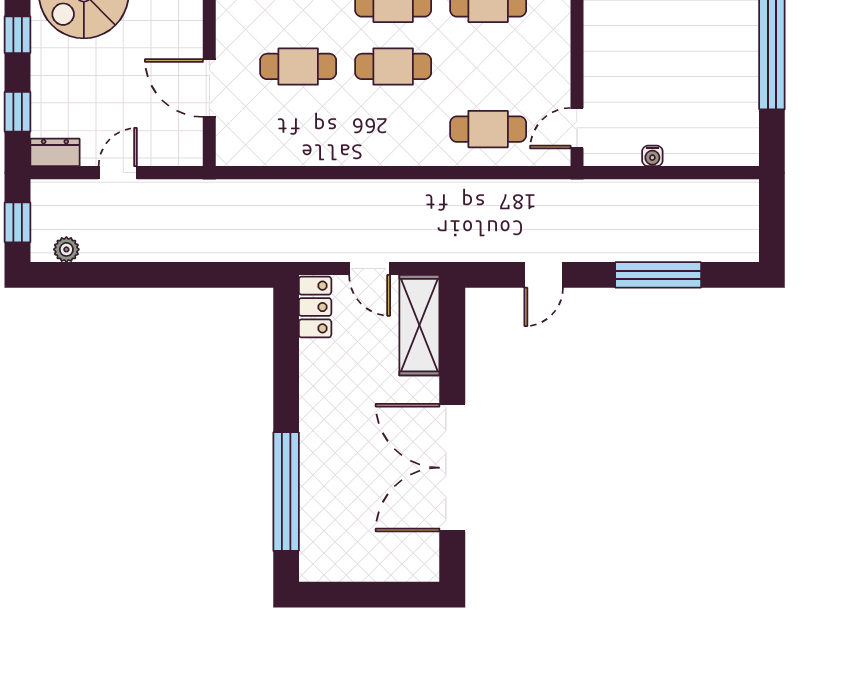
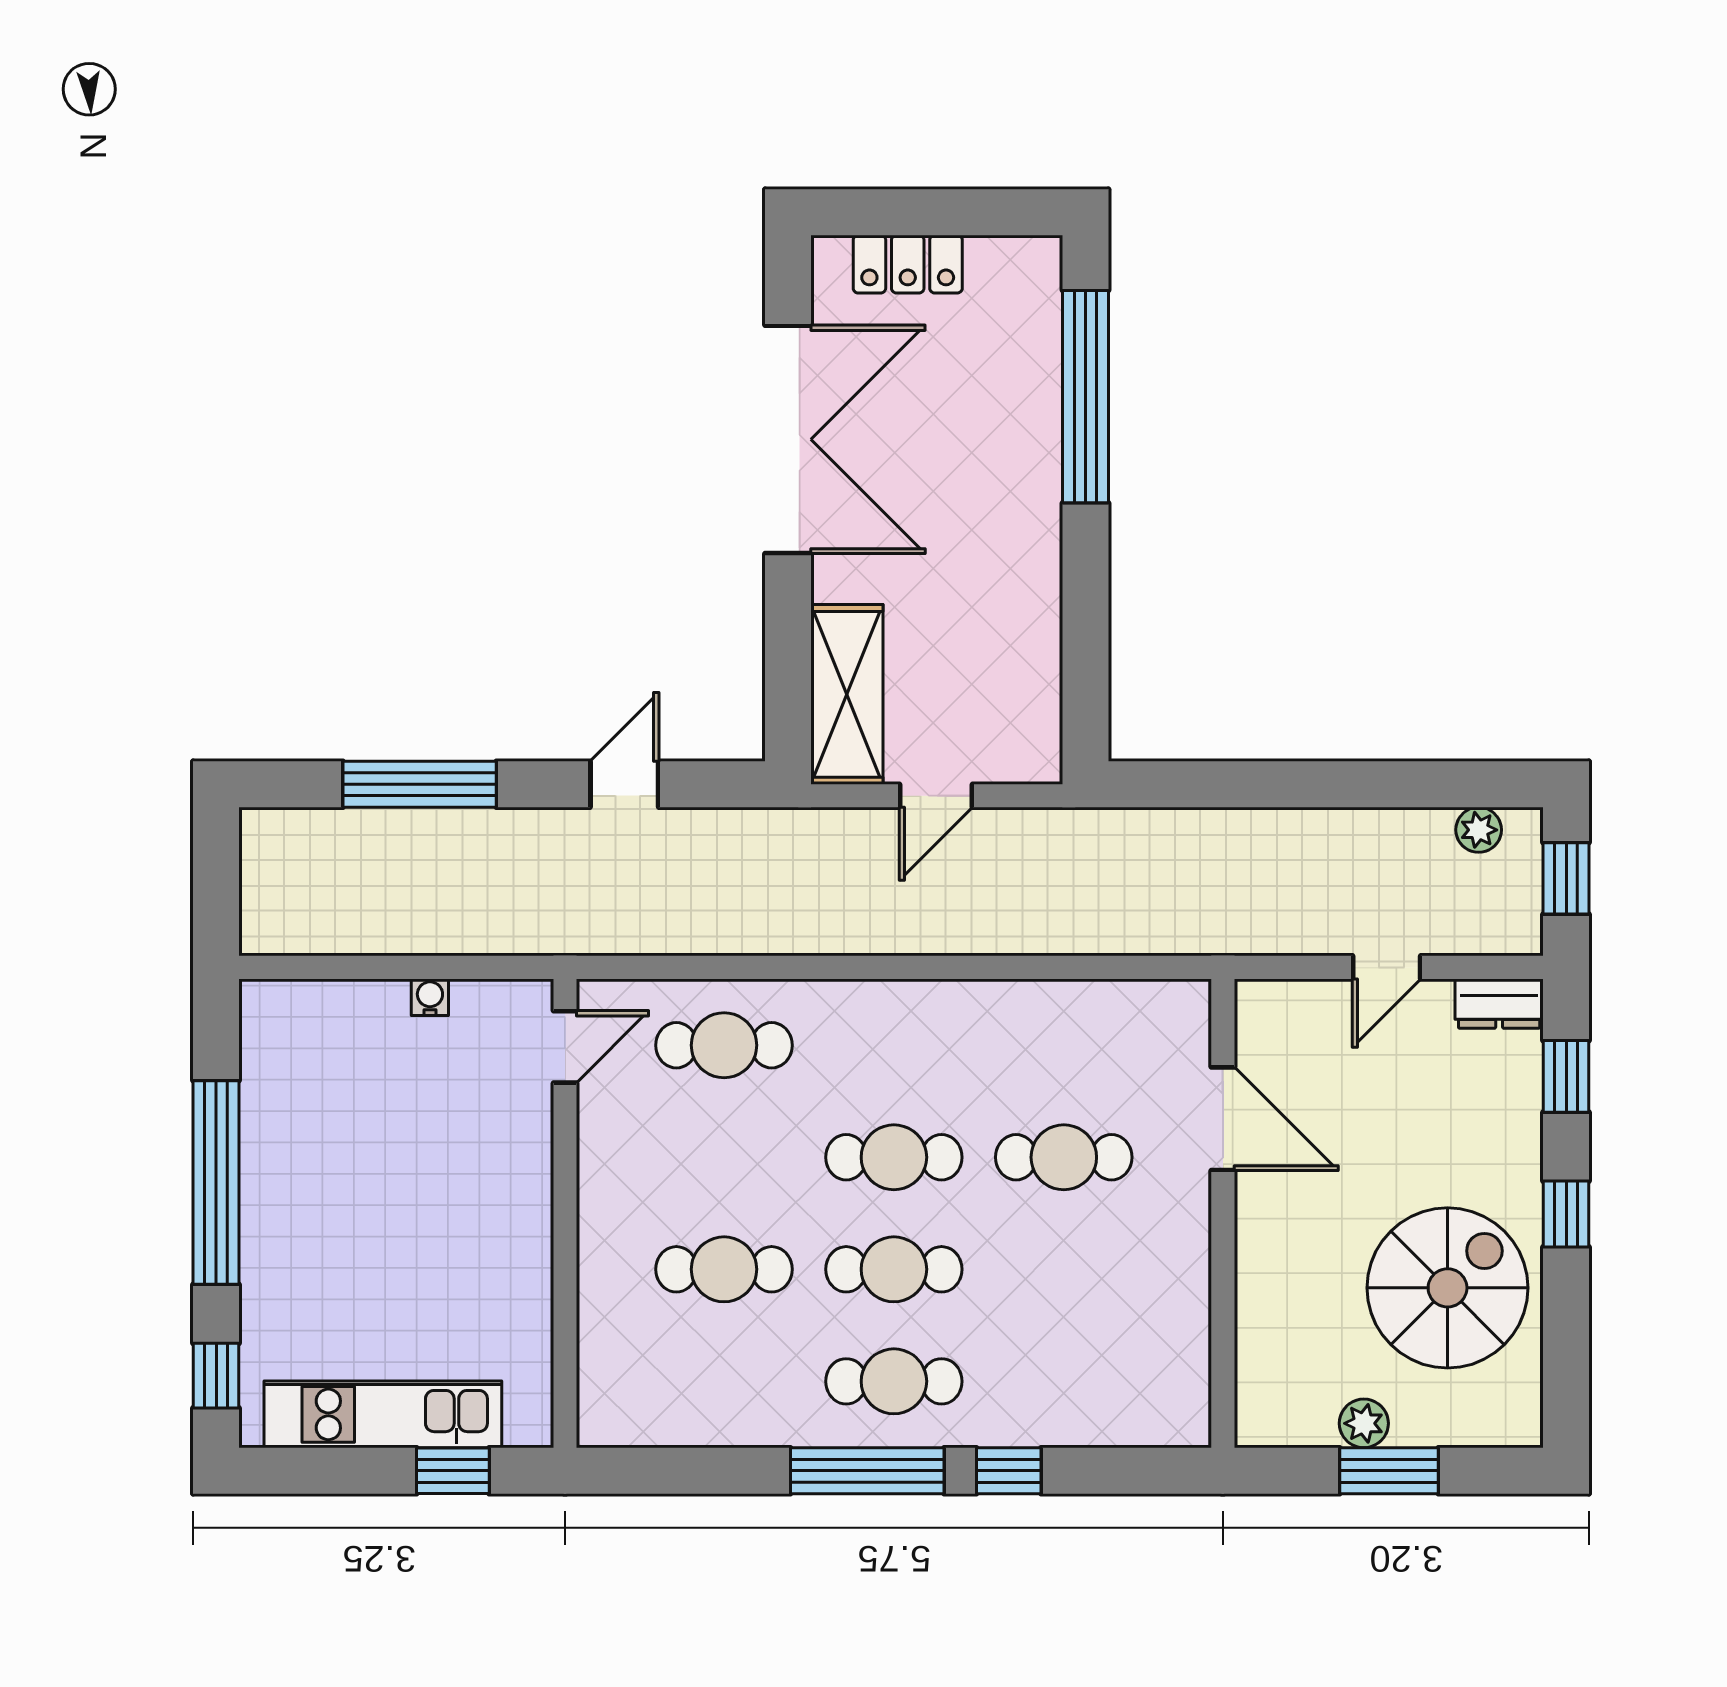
door: (370, 269) -> (936, 796), swing flipped
locker: (315, 307) -> (908, 264), moved, turned -90

